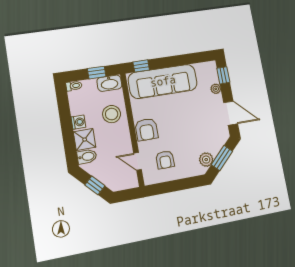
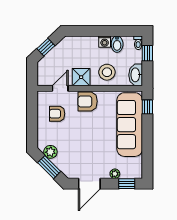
window: (97, 72) -> (147, 53), moved
shower: (85, 140) -> (81, 77), moved
bidet: (87, 157) -> (117, 44), moved

